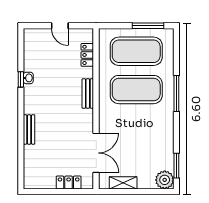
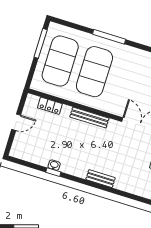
bench: (88, 93) -> (89, 118), width x1.36

